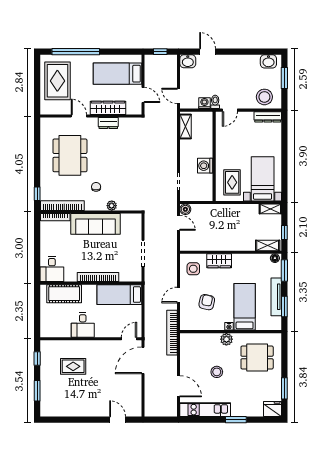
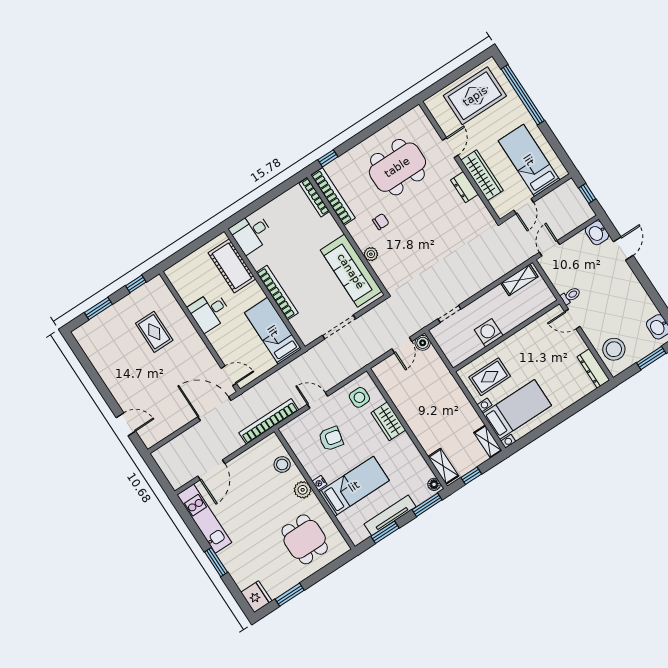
washing machine: (204, 103) -> (561, 284), removed
sofa: (95, 224) -> (351, 271), moved
stool: (217, 372) -> (282, 464), moved
door: (118, 420) -> (126, 424), hinge flipped

